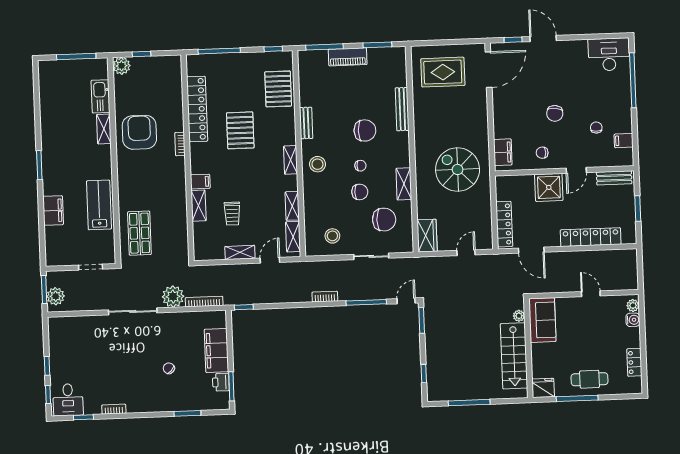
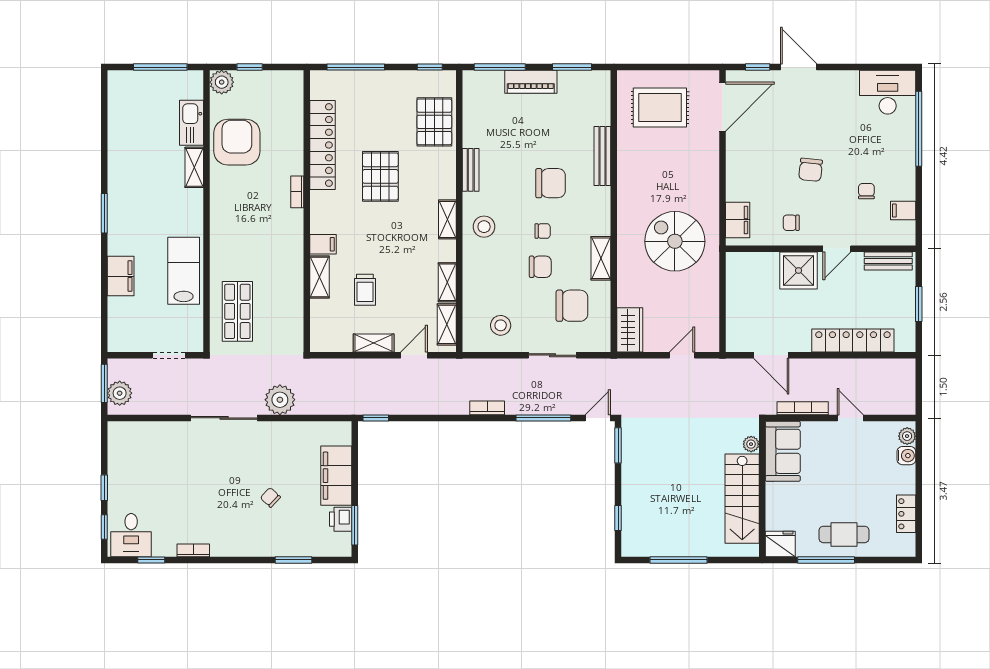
armchair: (139, 132) -> (237, 142), moved
locker: (504, 224) -> (736, 318), removed
bookcase: (204, 302) -> (803, 408), moved

